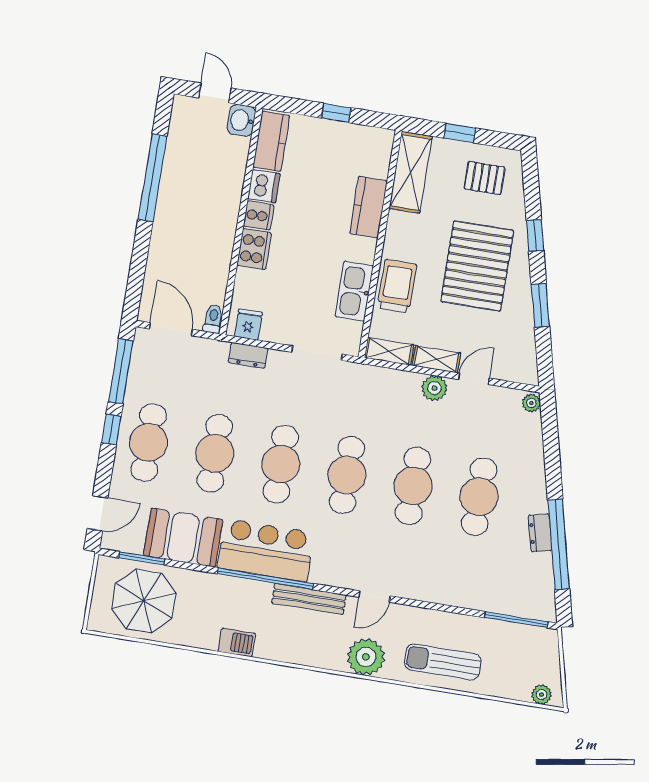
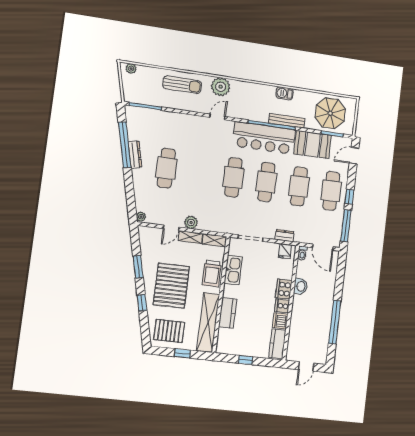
door: (215, 93) -> (306, 366), hinge flipped
washbasin: (241, 120) -> (301, 286), moved
shelving: (411, 172) -> (208, 323), width x1.47
pallet: (484, 178) -> (169, 331), width x1.50, depth x1.42
cafe table: (413, 486) -> (200, 173), removed
dresser: (540, 533) -> (135, 155), width x1.44
bar counter: (266, 550) -> (264, 138), width x1.36
bench: (309, 599) -> (287, 121), moved

